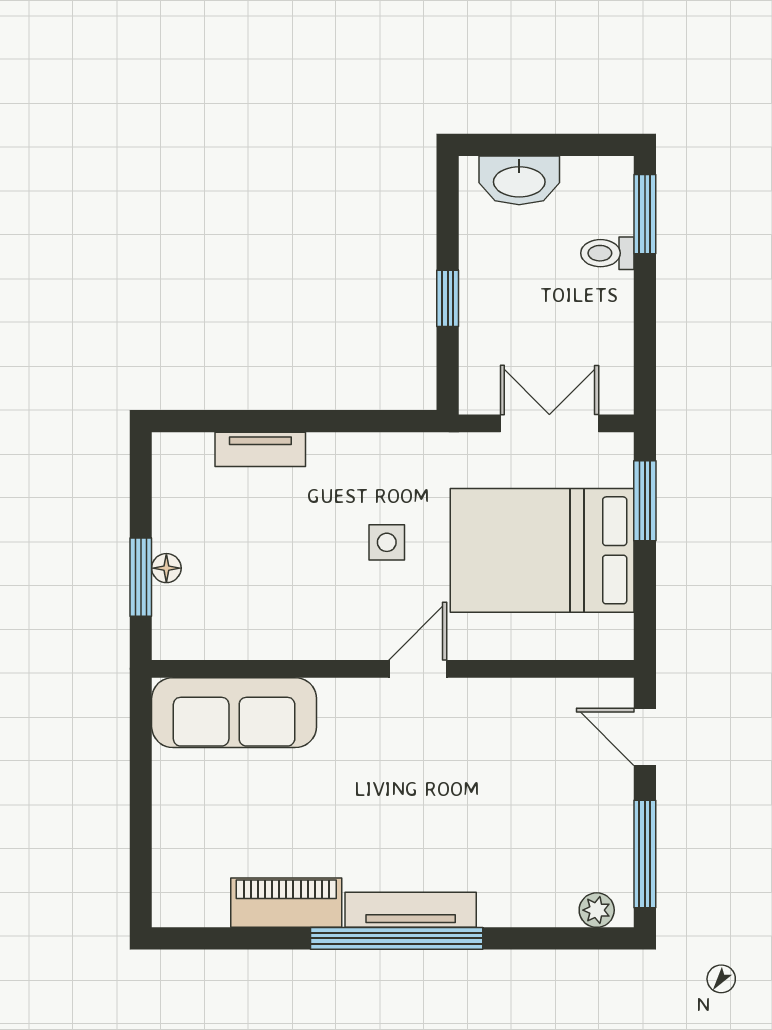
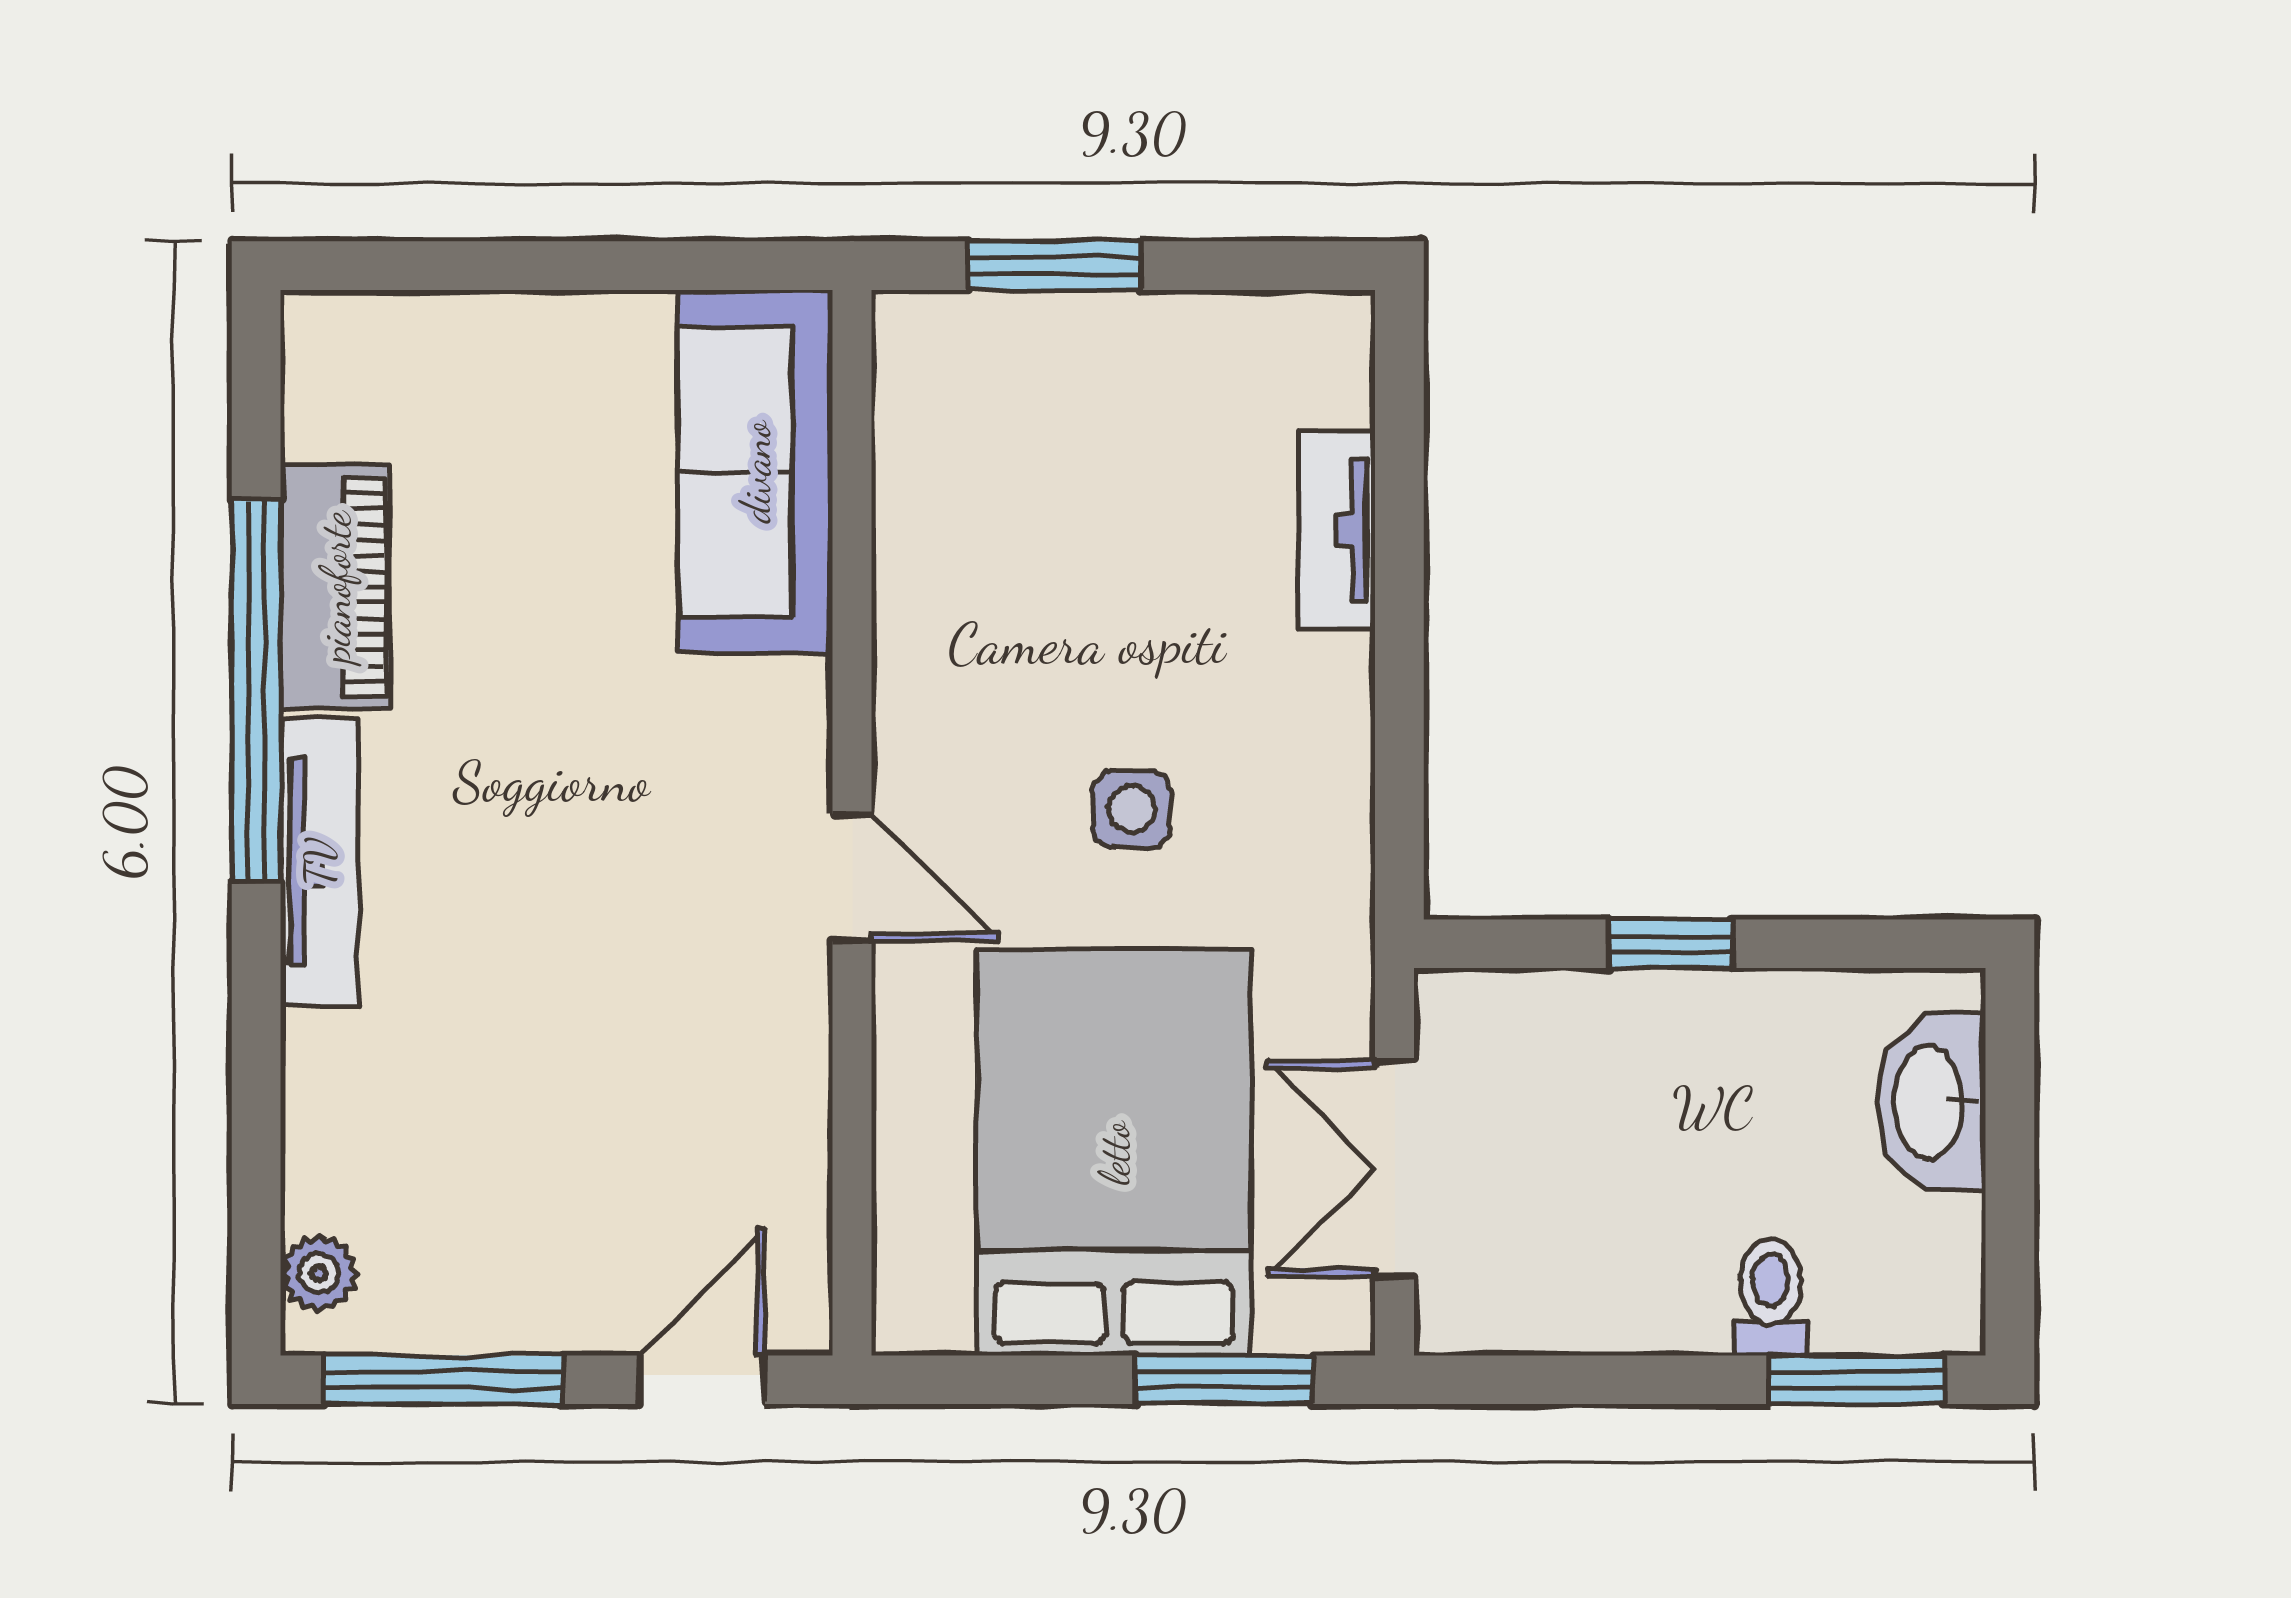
double door: (549, 423) -> (1395, 1169), swing flipped
floor lamp: (166, 568) -> (1075, 322), removed
window: (397, 938) -> (256, 691), moved

